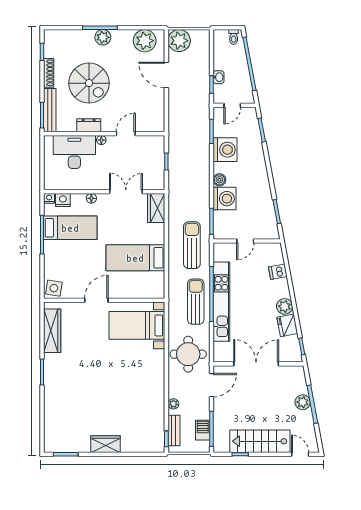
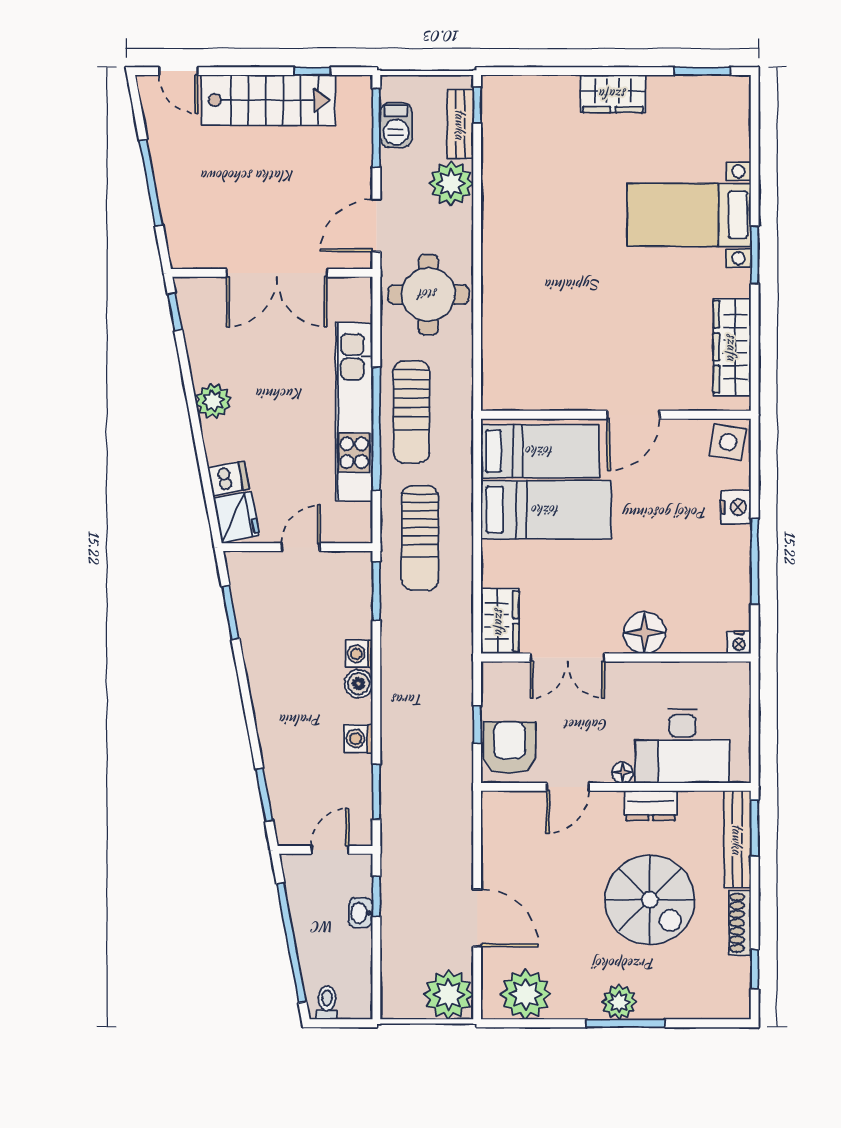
spiral stairs: (89, 83) -> (650, 900), turned 180
washing machine: (225, 150) -> (358, 739), width x0.53, depth x0.53
armchair: (152, 151) -> (510, 748), added
floor lamp: (91, 198) -> (644, 633), width x1.89, depth x1.89
washing machine: (225, 199) -> (359, 654), width x0.53, depth x0.53
nightstand: (63, 200) -> (736, 507), moved, turned -90
bed: (70, 228) -> (540, 451), moved, turned 180
bed with nightstands: (137, 325) -> (689, 215), moved, turned 180
fridge: (287, 325) -> (236, 517), moved
plant: (303, 402) -> (173, 187), removed
plant: (173, 404) -> (451, 184), width x1.88, depth x1.88

